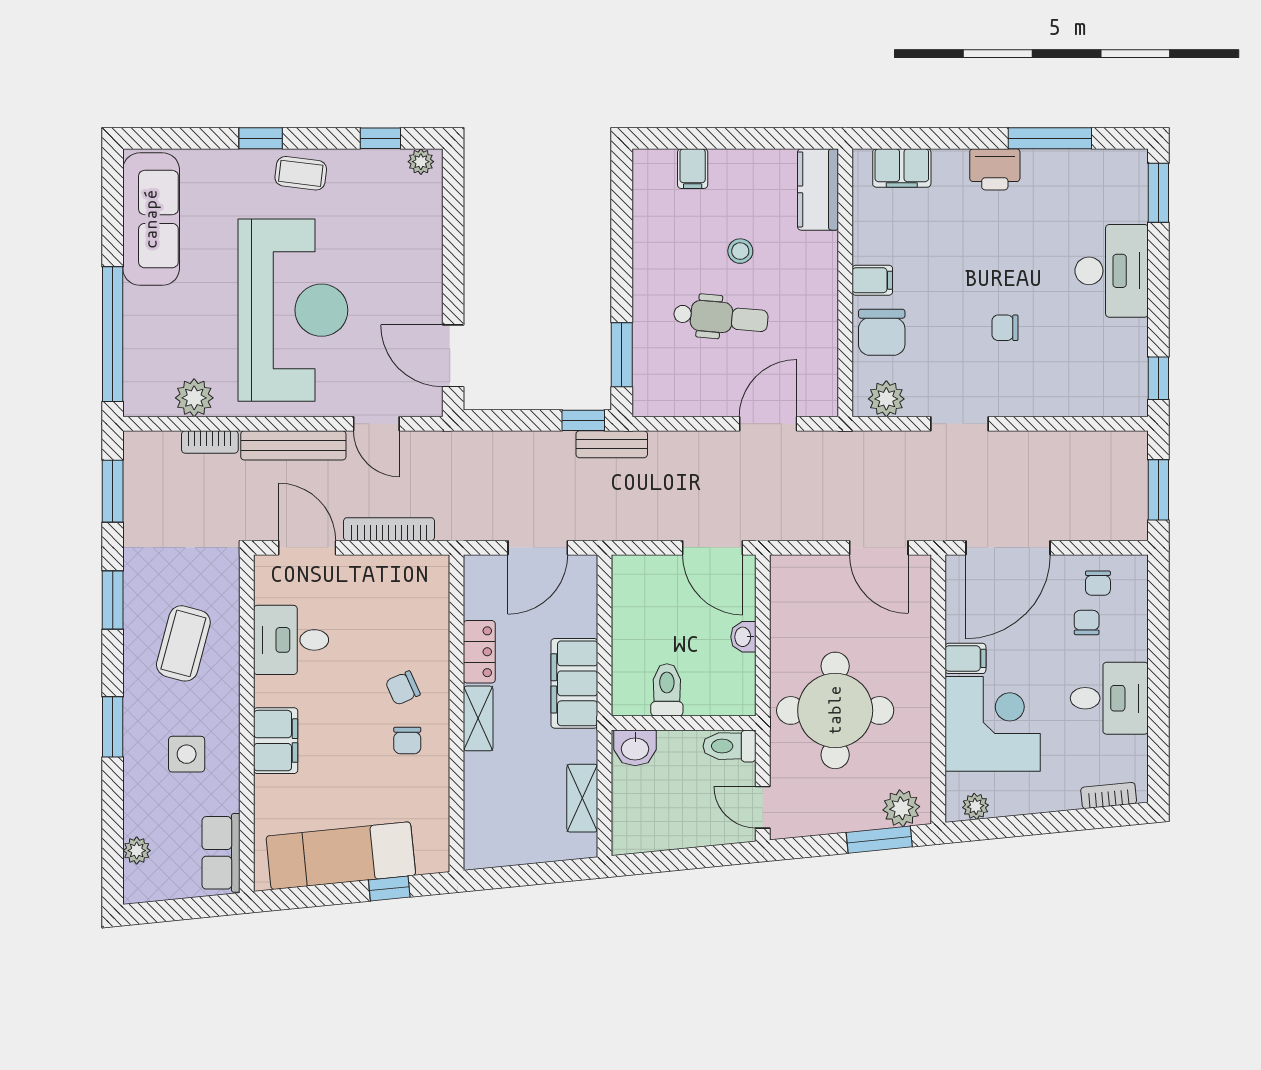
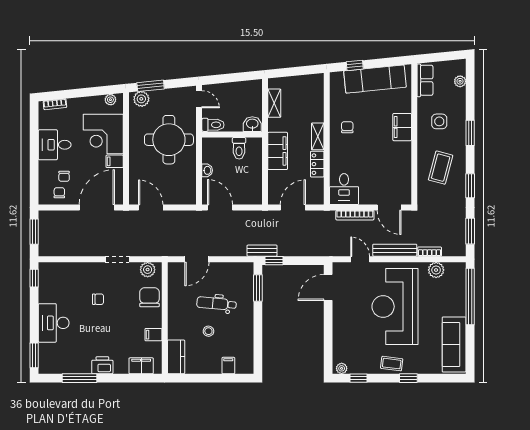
filing cabinet: (872, 280) -> (153, 335), moved
door: (453, 356) -> (328, 287), swing flipped
desk: (291, 640) -> (344, 189), moved, turned 90
chair: (403, 688) -> (349, 149), removed

